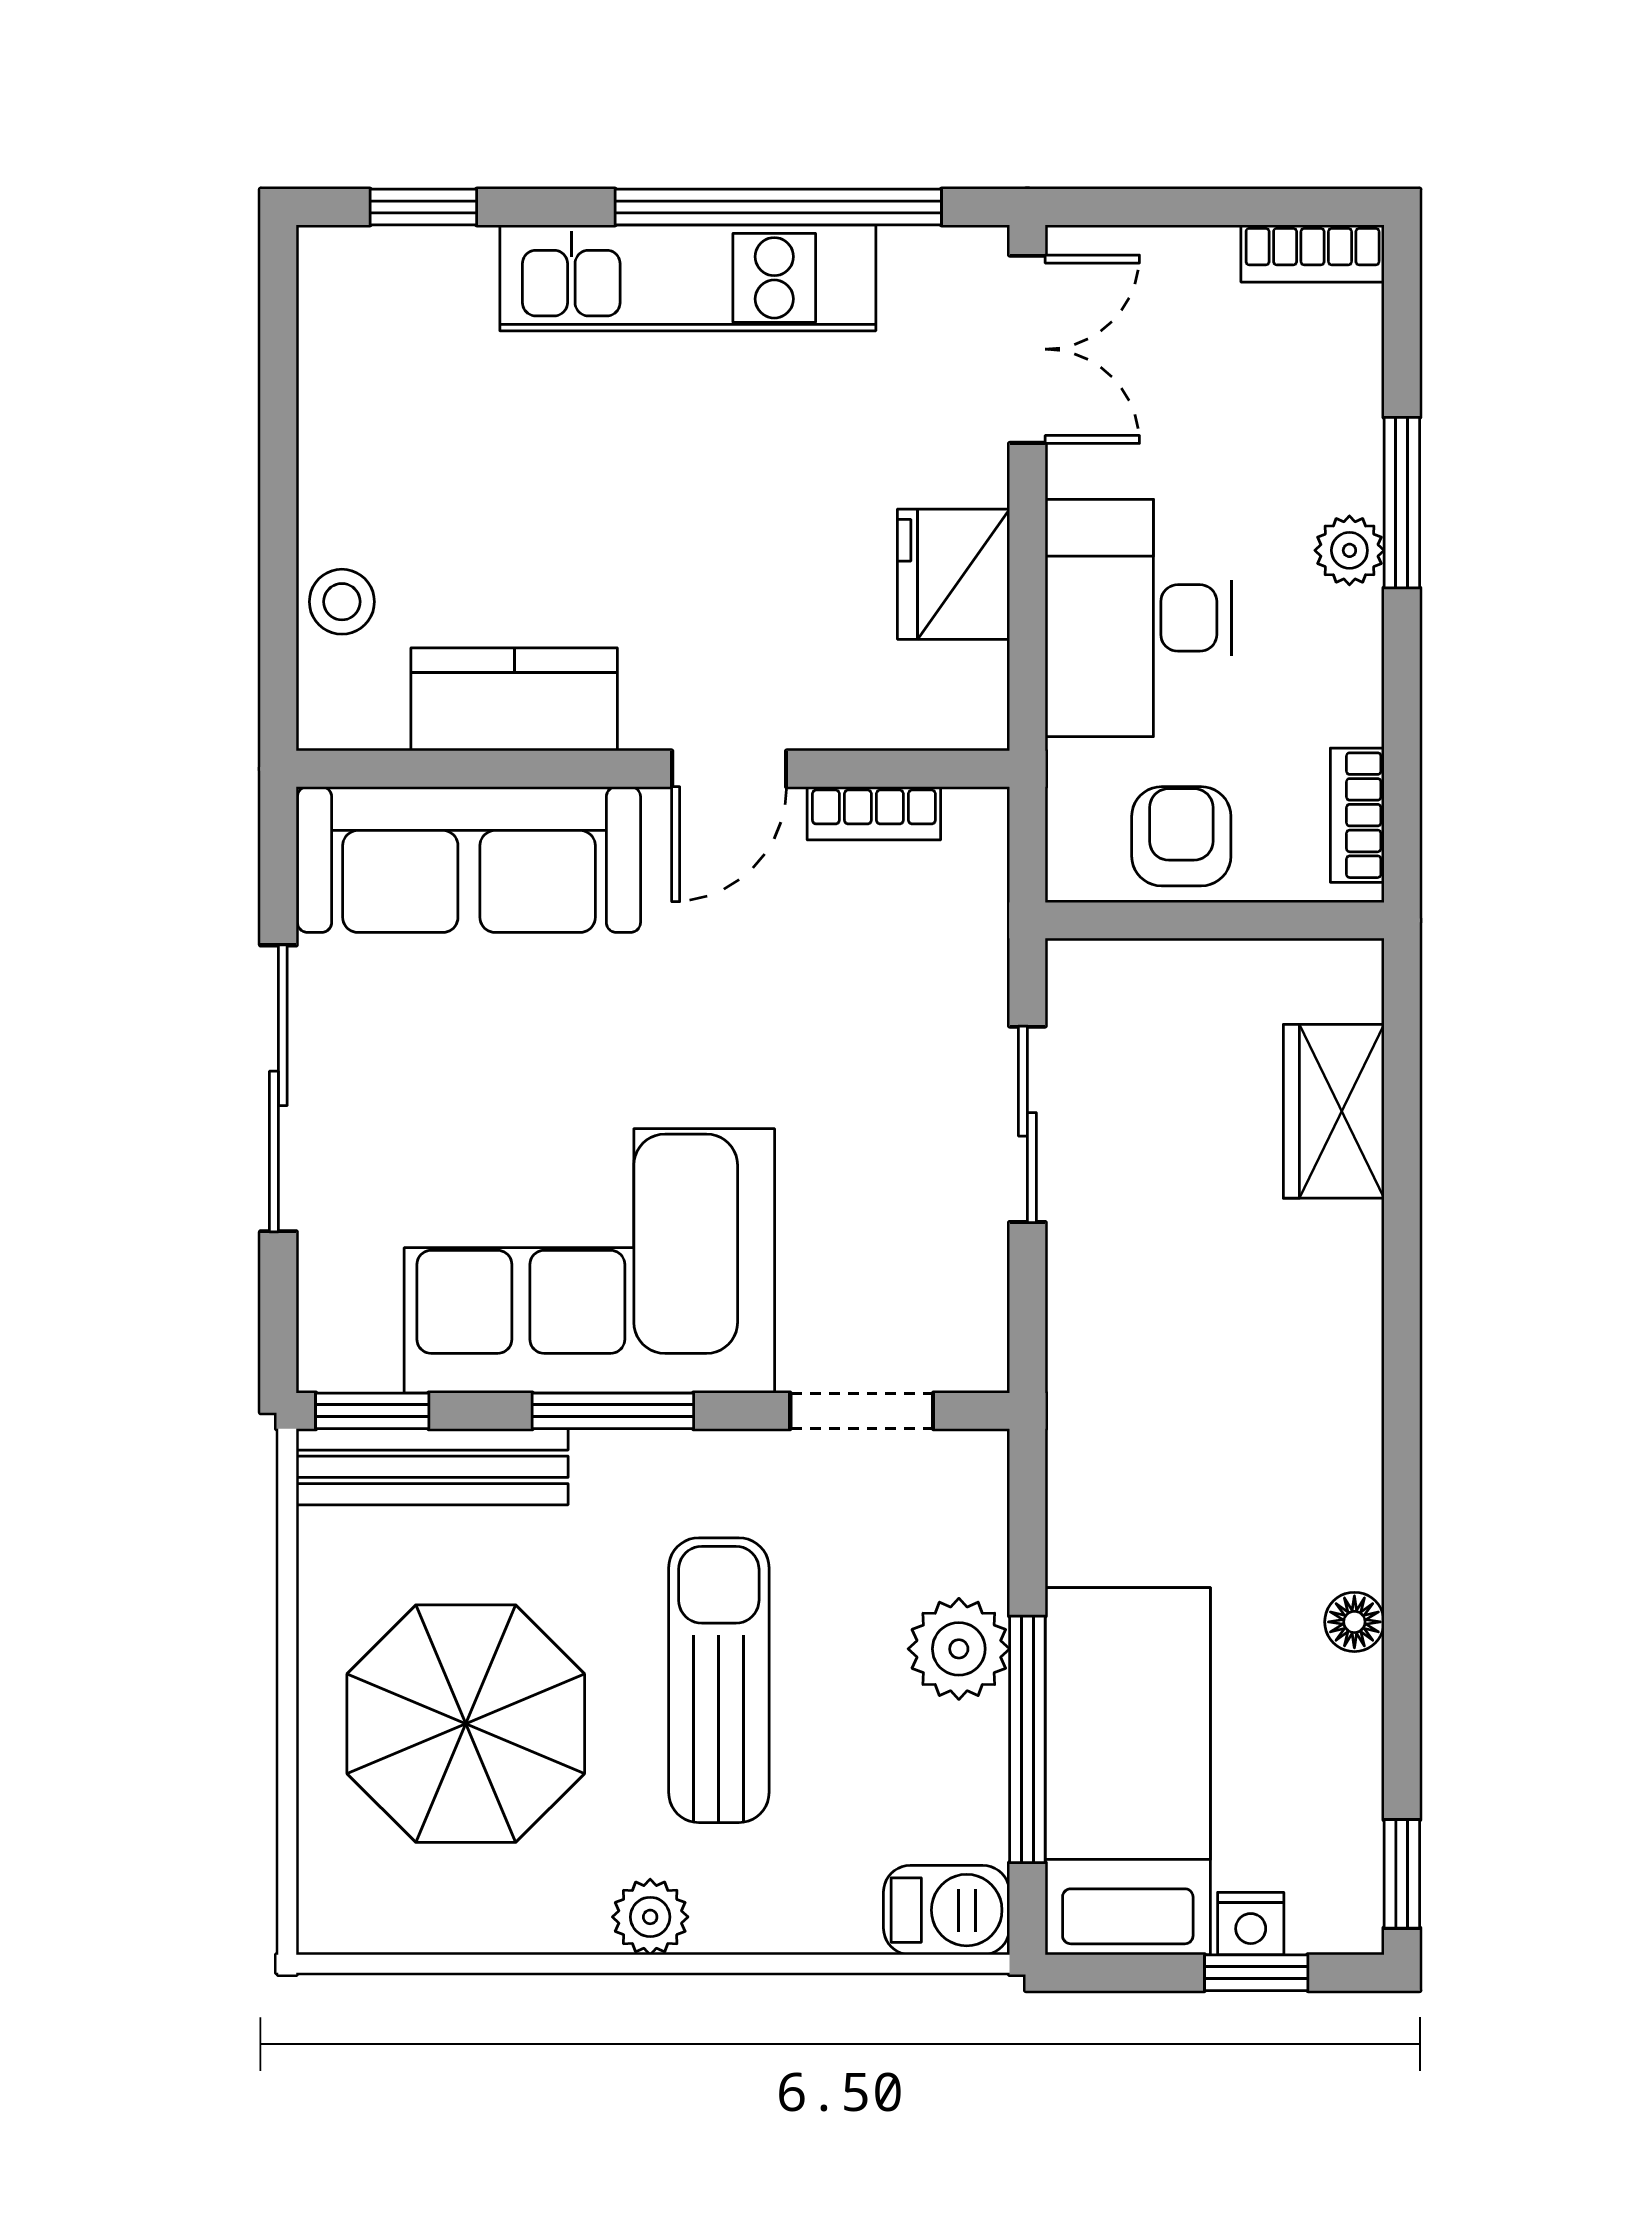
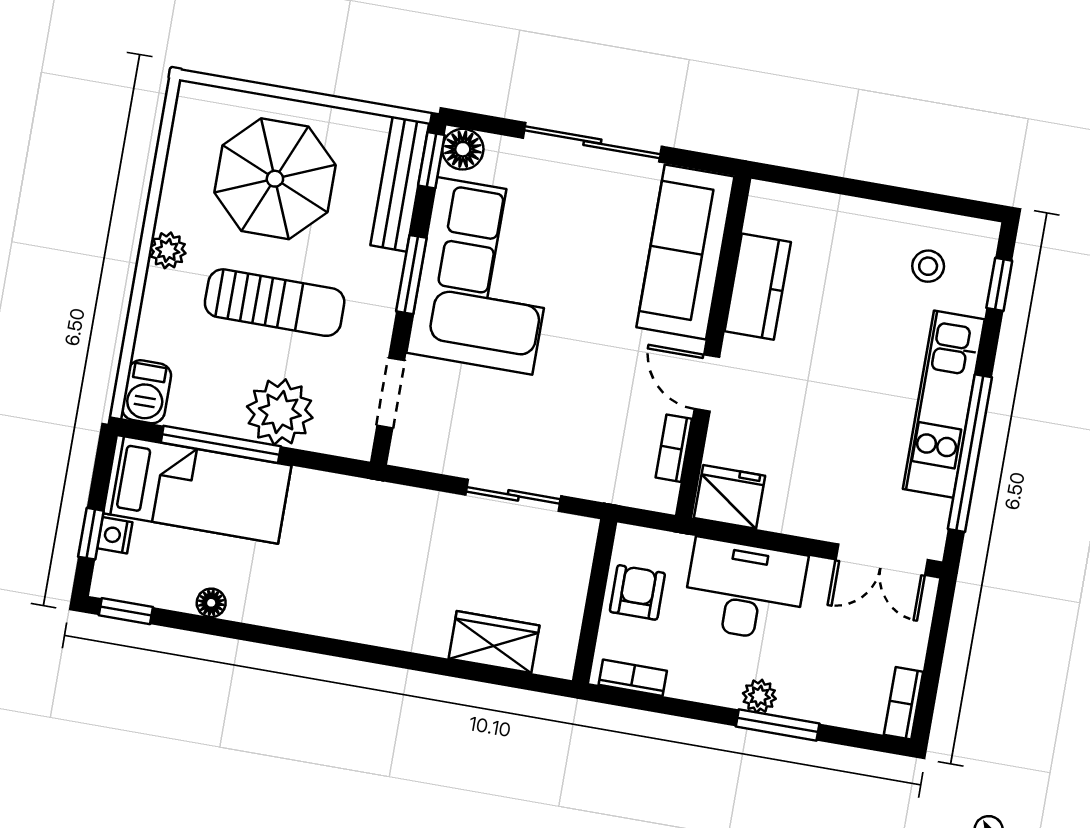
fridge: (953, 574) -> (730, 497), moved
stool: (342, 602) -> (928, 266), moved
armchair: (1181, 836) -> (637, 592), turned -90
floor lamp: (339, 1351) -> (463, 149), added
floor lamp: (1354, 1622) -> (211, 603), moved
plant: (959, 1649) -> (280, 412), width x1.36, depth x1.36

